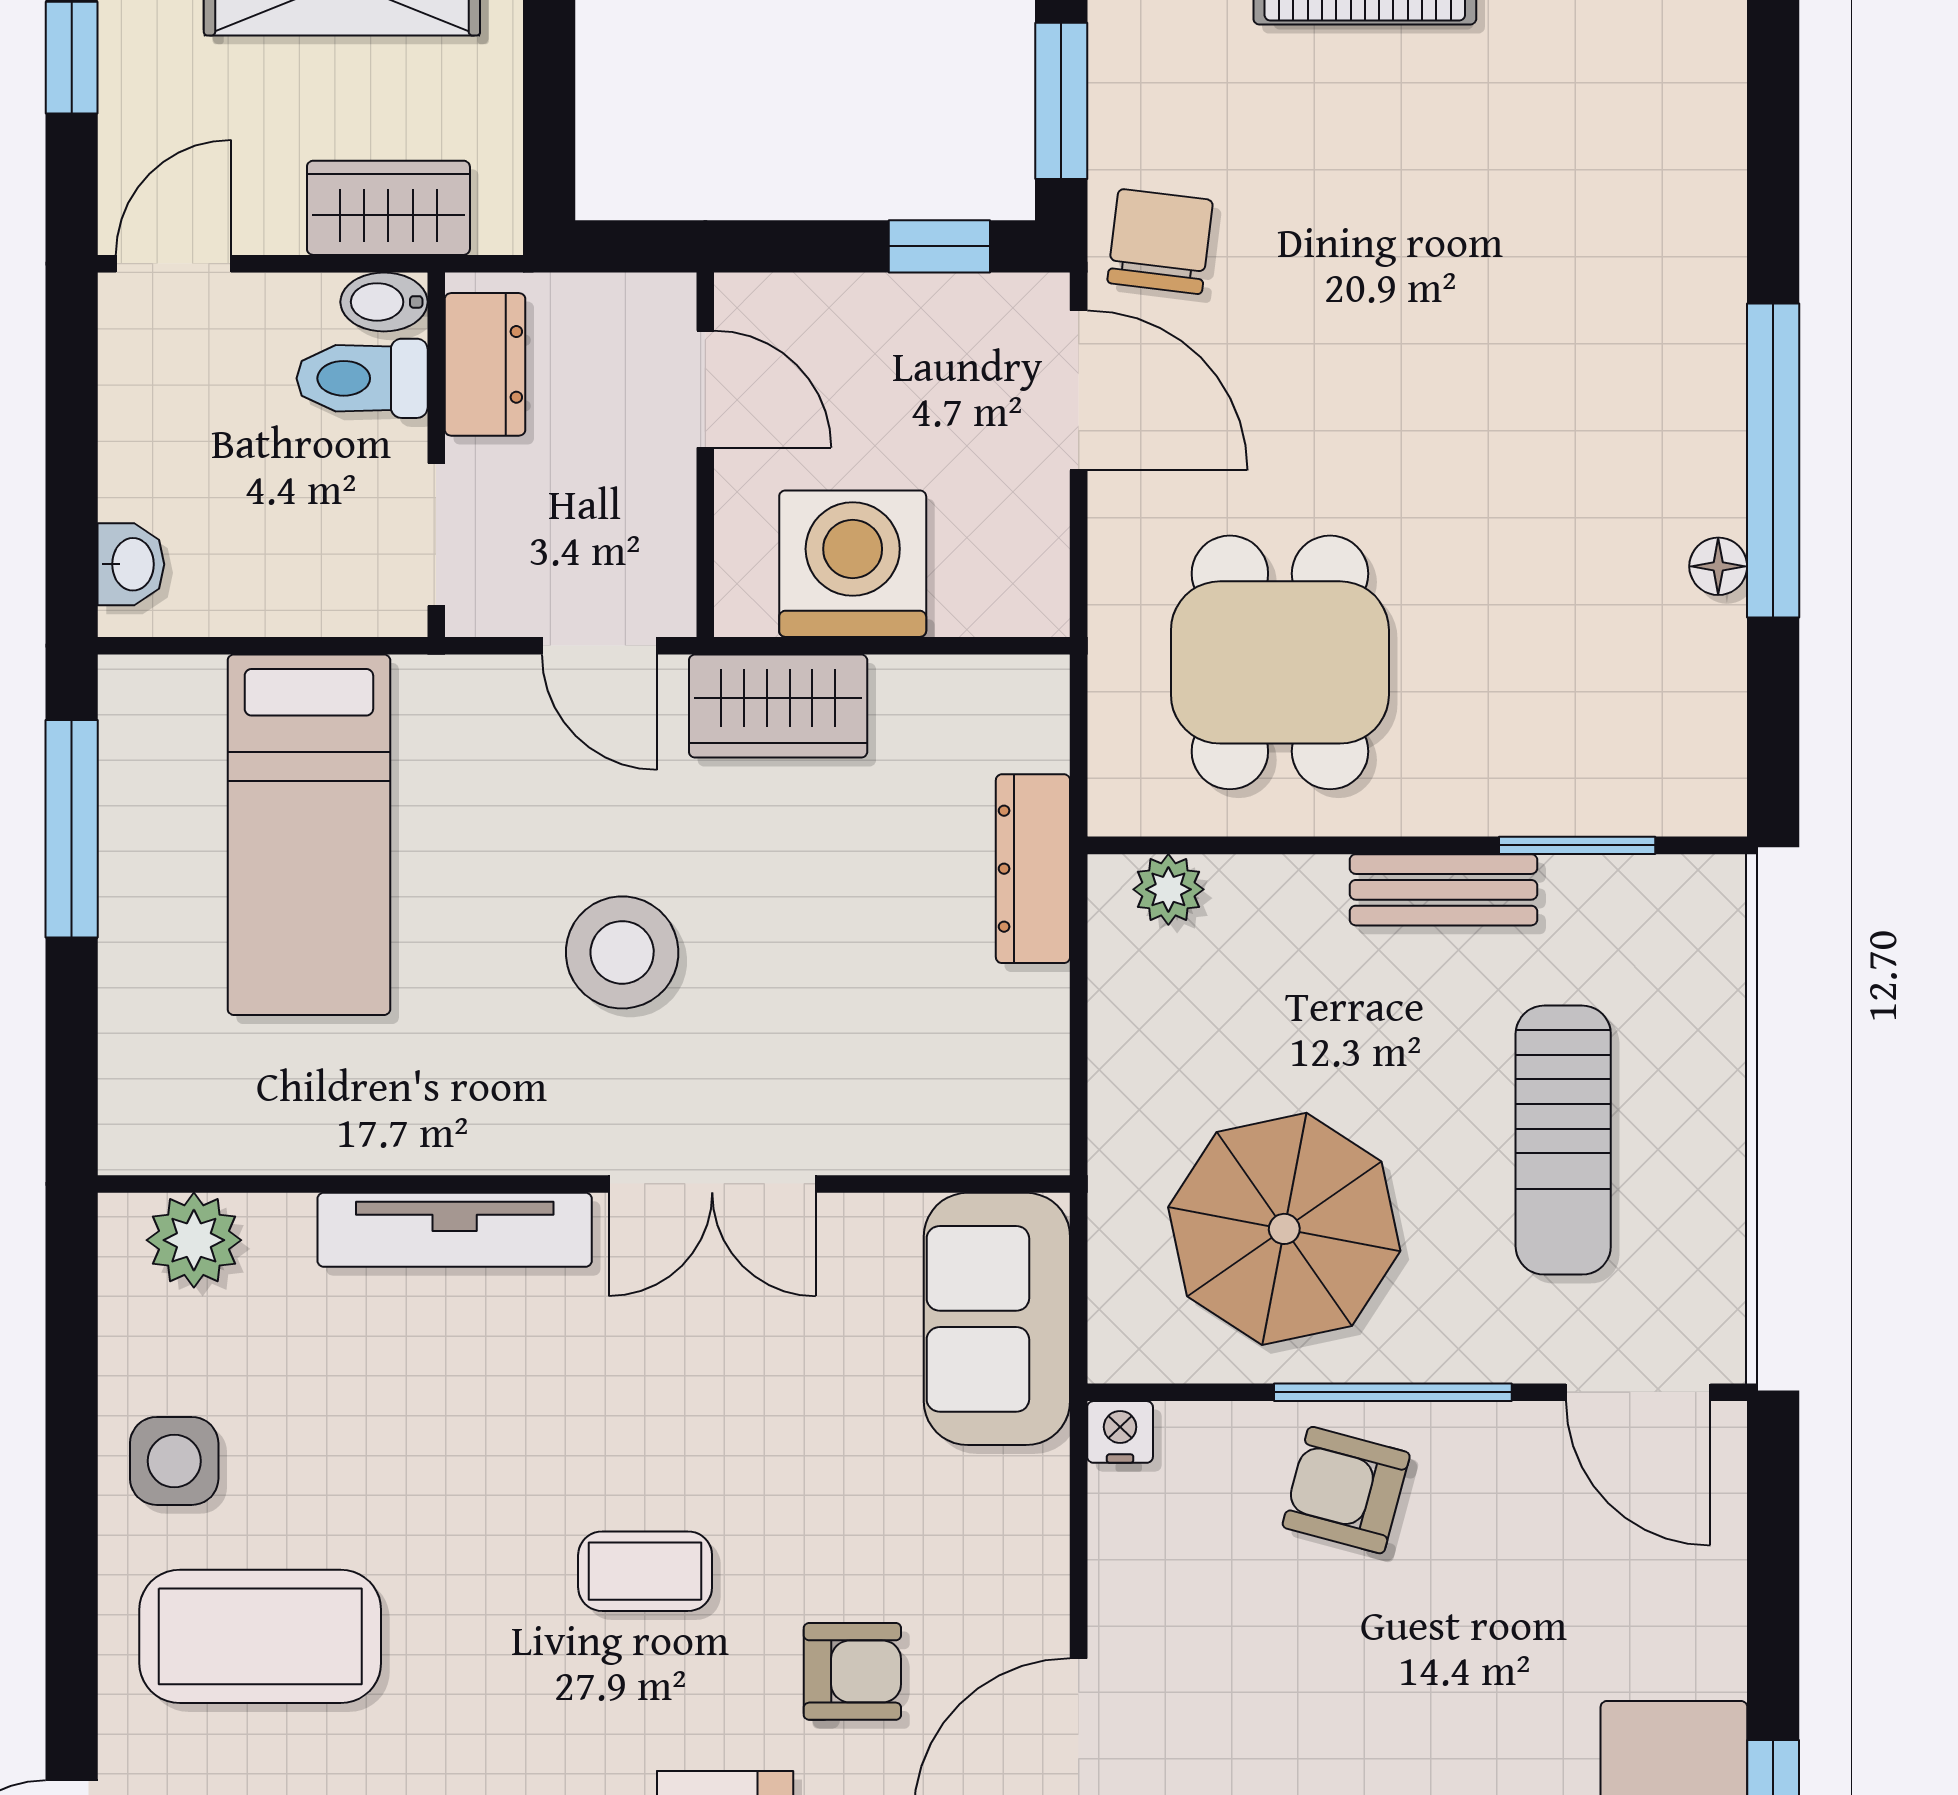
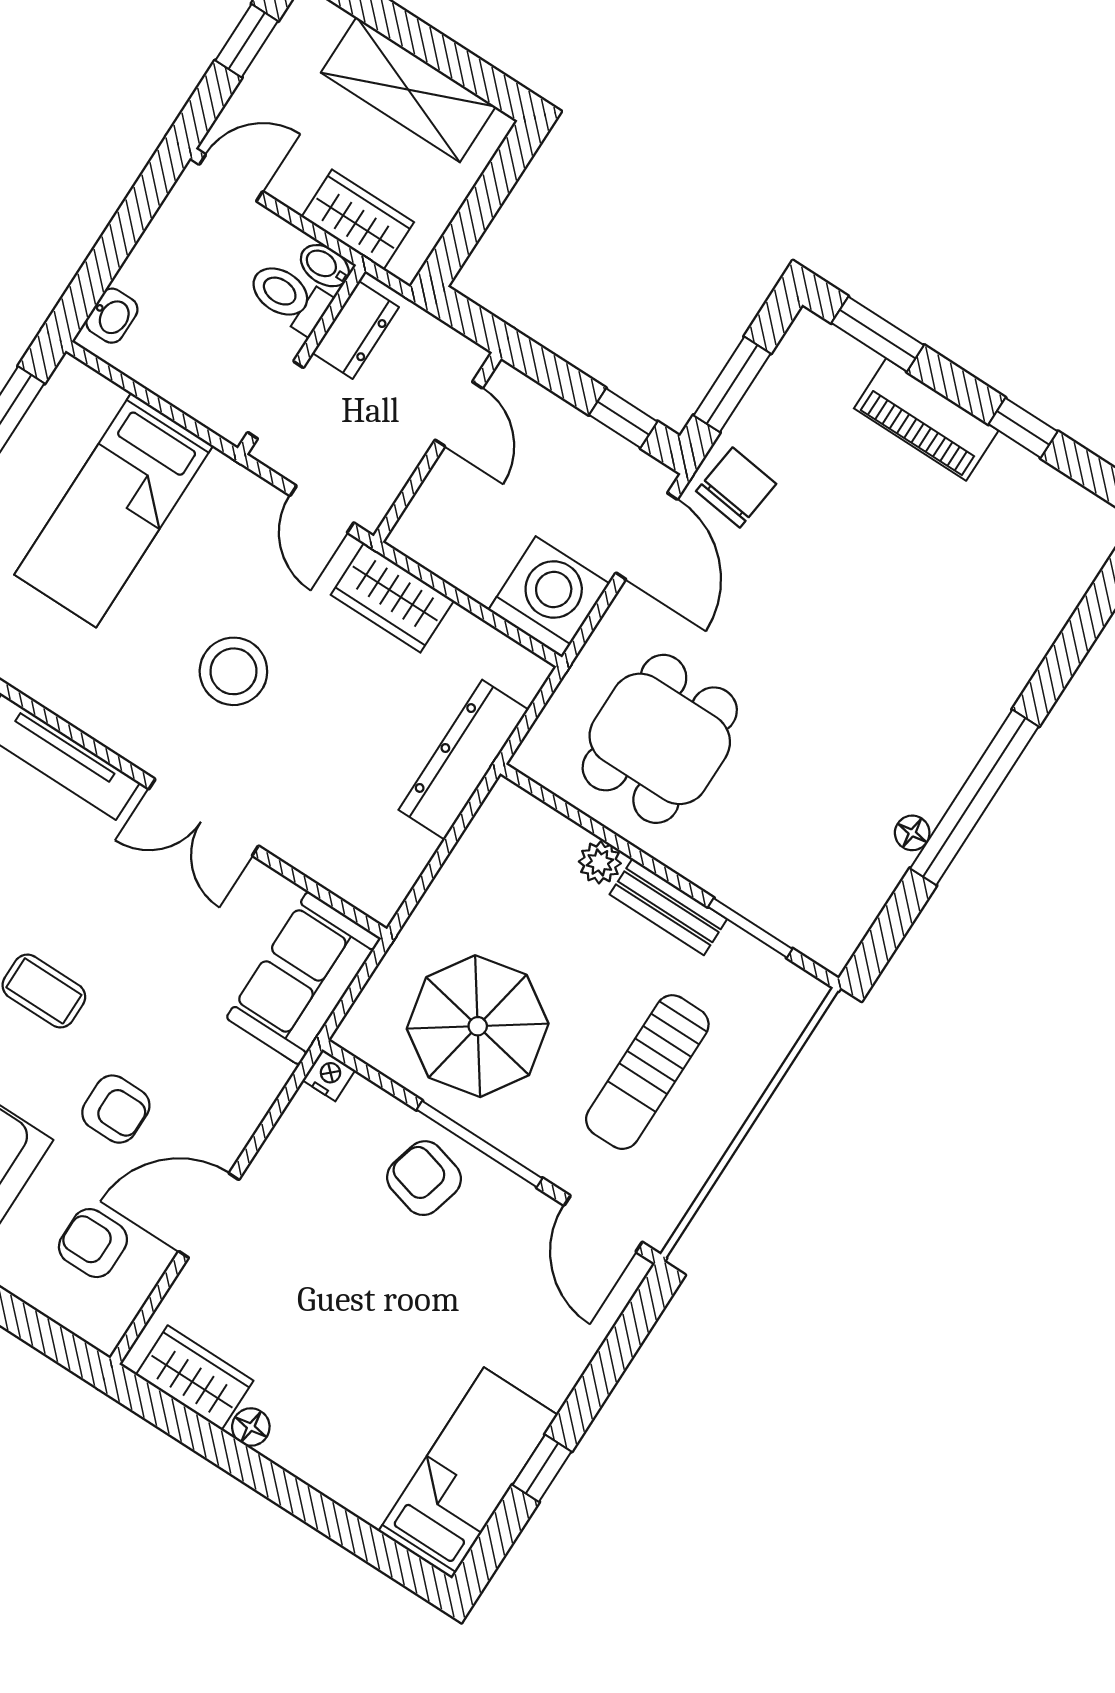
washing machine: (853, 564) -> (549, 597), moved
dresser: (1033, 869) -> (463, 760), width x1.37, depth x1.24
plant: (1168, 889) -> (600, 862), moved

